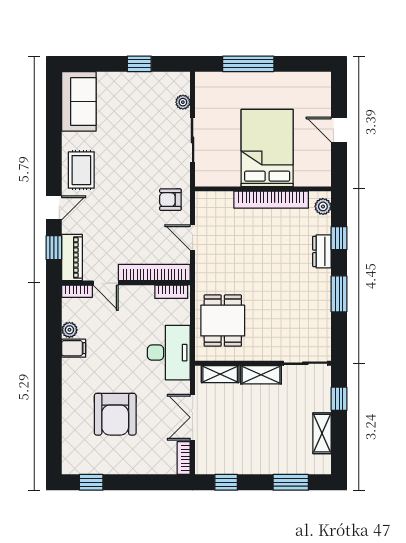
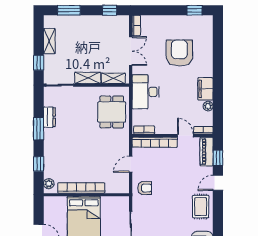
door: (193, 238) -> (131, 164), swing flipped
dresser: (322, 251) -> (49, 117), moved
filing cabinet: (74, 348) -> (205, 89), width x2.00

